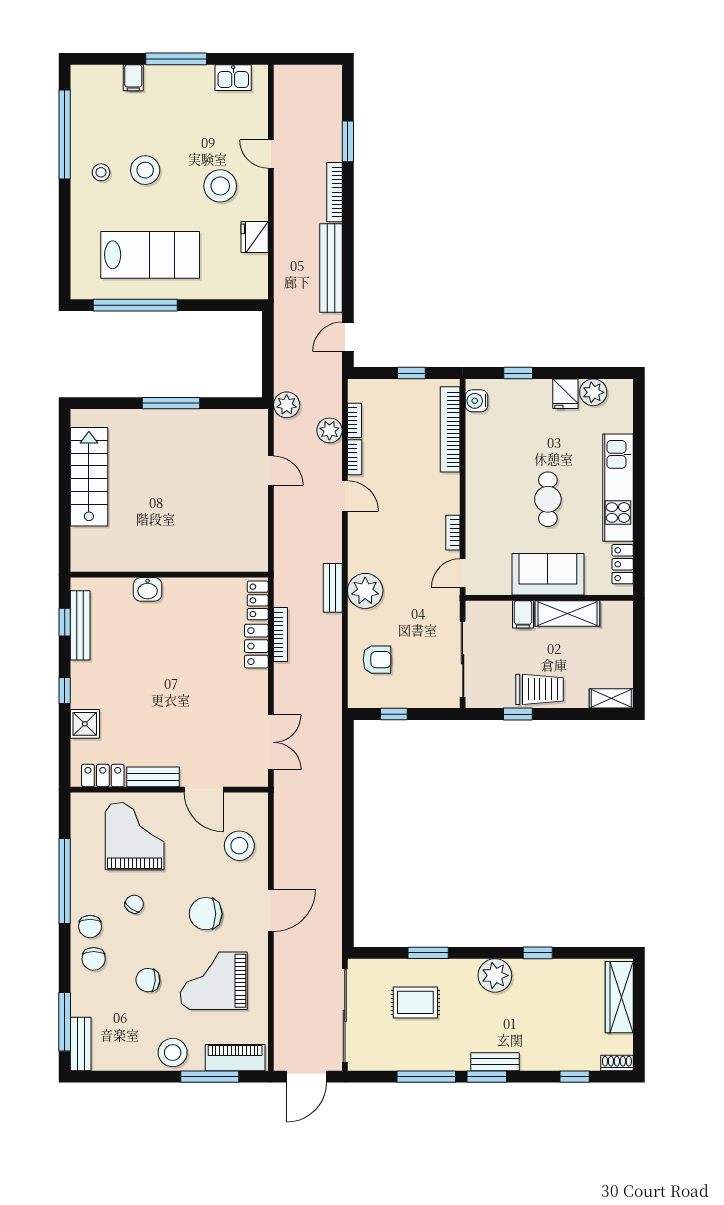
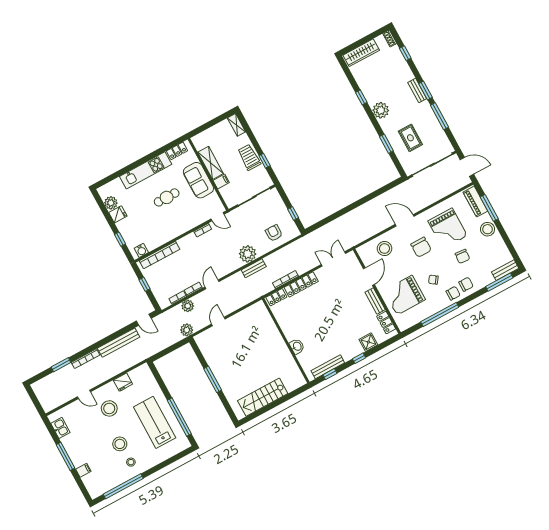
door: (271, 154) -> (84, 394), hinge flipped
locker: (256, 646) -> (301, 284), width x1.53

